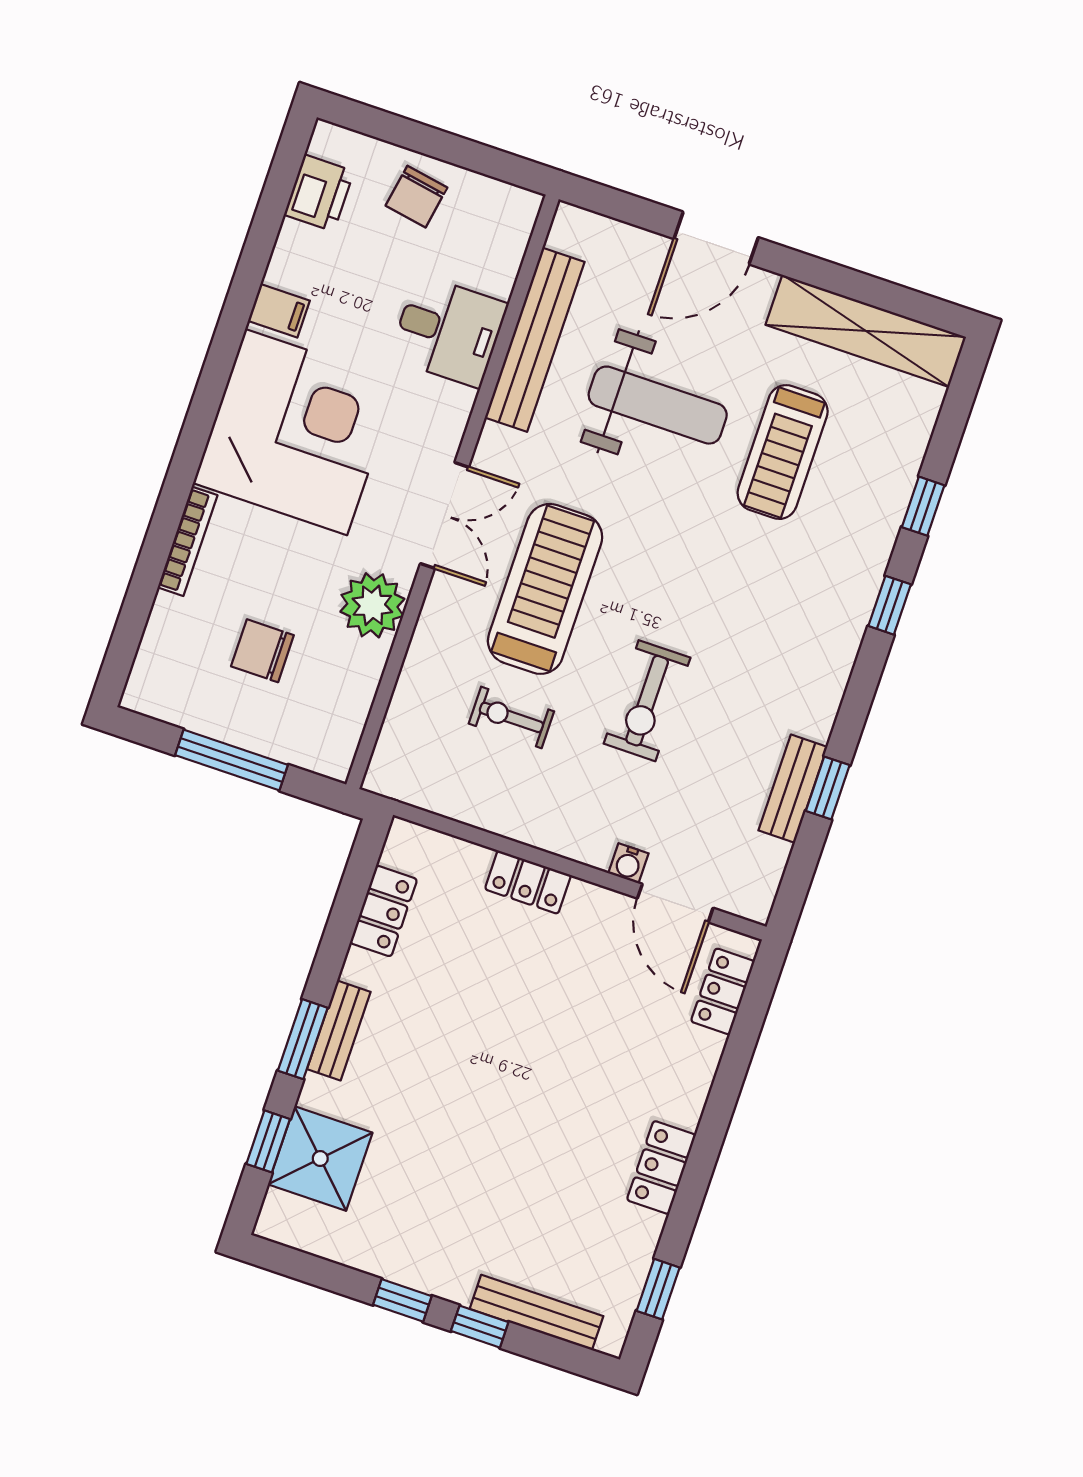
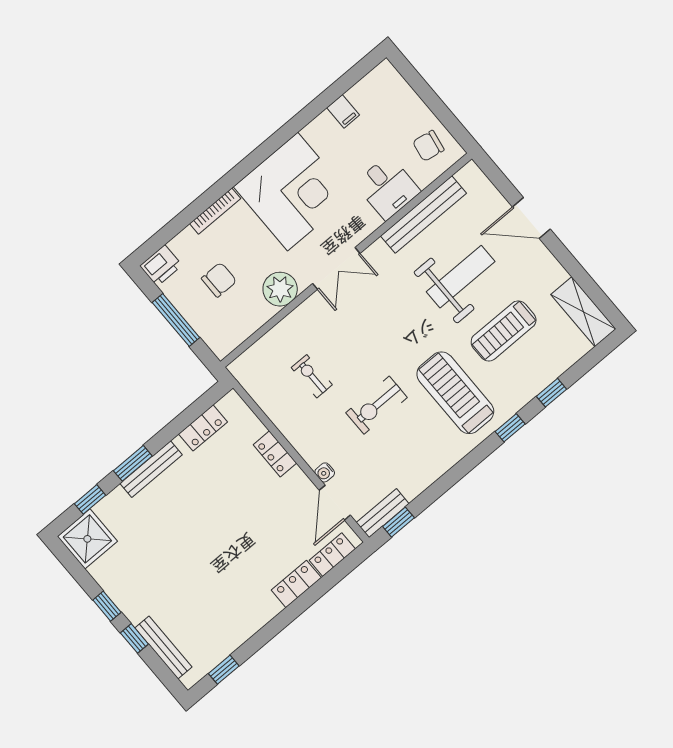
printer: (319, 193) -> (161, 266), moved
chair: (416, 197) -> (428, 146), moved
filing cabinet: (279, 311) -> (343, 111), moved
shelving: (866, 331) -> (583, 312), width x0.68
weight bench: (658, 405) -> (461, 277), turned -90
treadmill: (545, 589) -> (455, 393), moved, turned -90
chair: (262, 651) -> (219, 280), turned 90
window: (828, 788) -> (398, 522), moved
bench: (793, 789) -> (383, 513), moved
bench: (339, 1030) -> (151, 469), width x1.36
shower: (320, 1159) -> (87, 539), moved
locker: (661, 1167) -> (296, 584), moved

